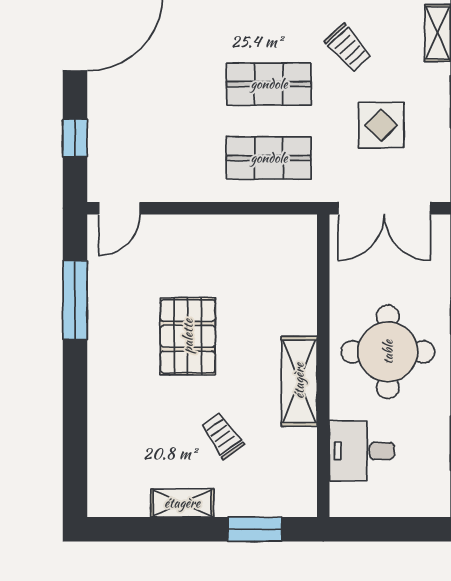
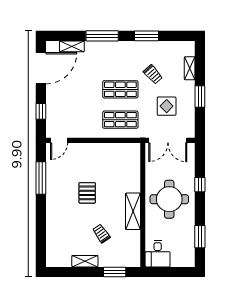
pallet: (188, 336) -> (87, 193), width x0.67, depth x0.71
desk: (362, 451) -> (158, 254), moved, turned -90

